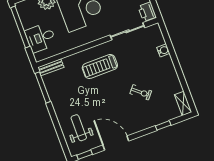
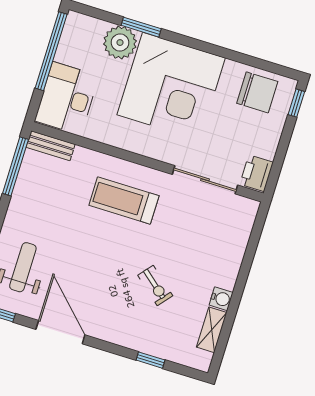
desk: (41, 38) -> (67, 98), width x1.37
water cooler: (163, 50) -> (221, 299), moved
shelving: (183, 103) -> (212, 330), moved

